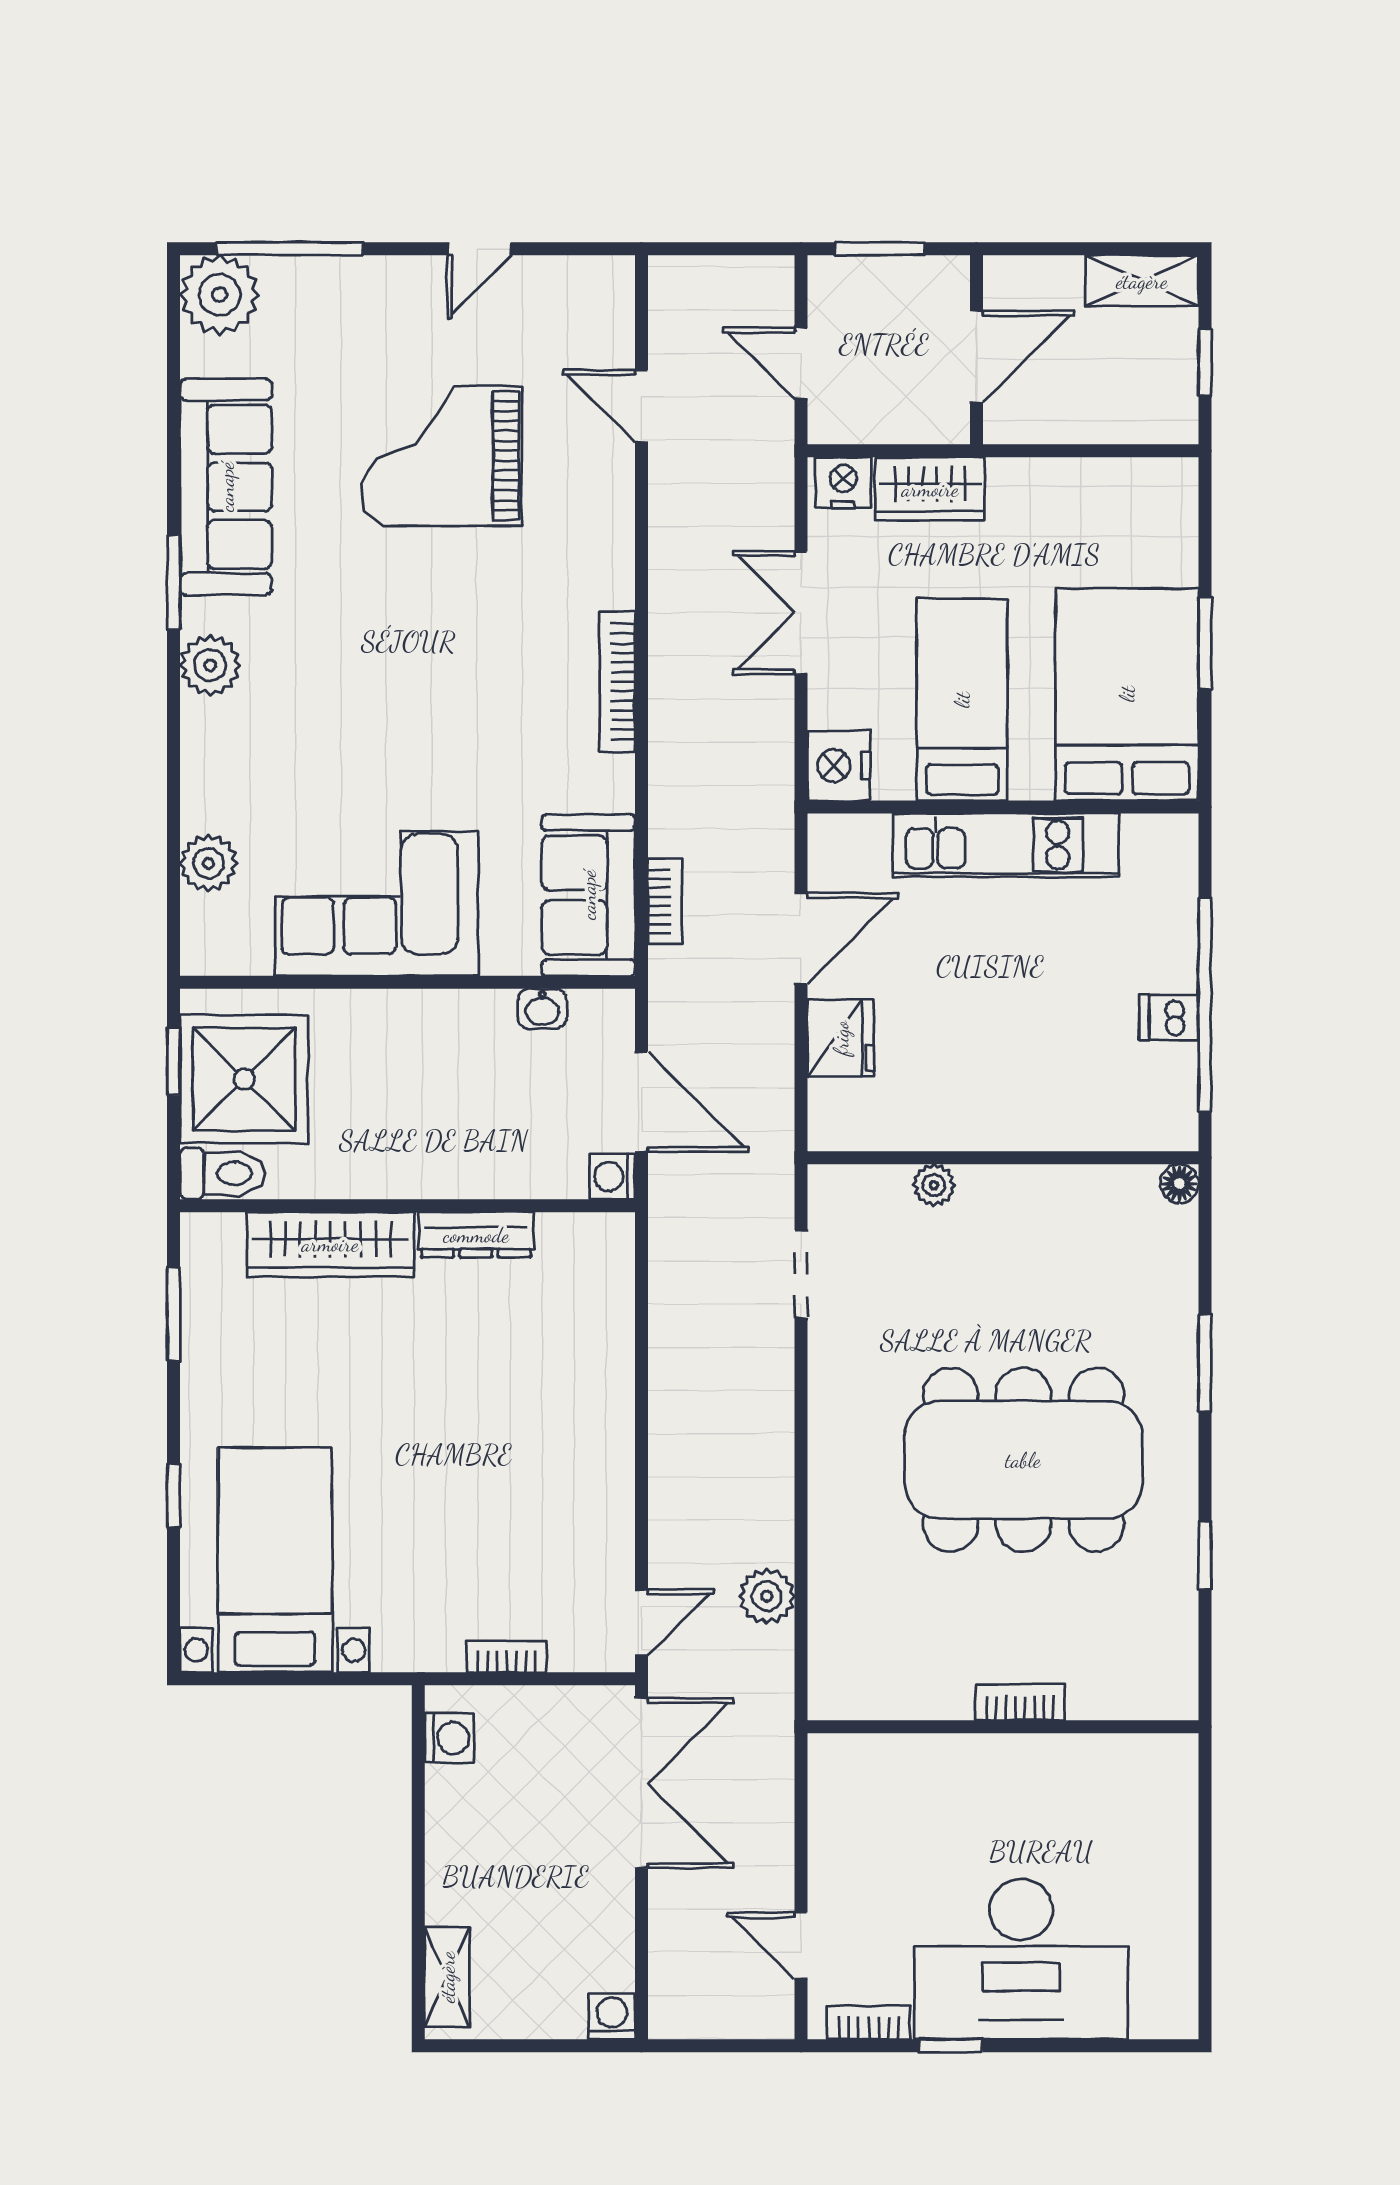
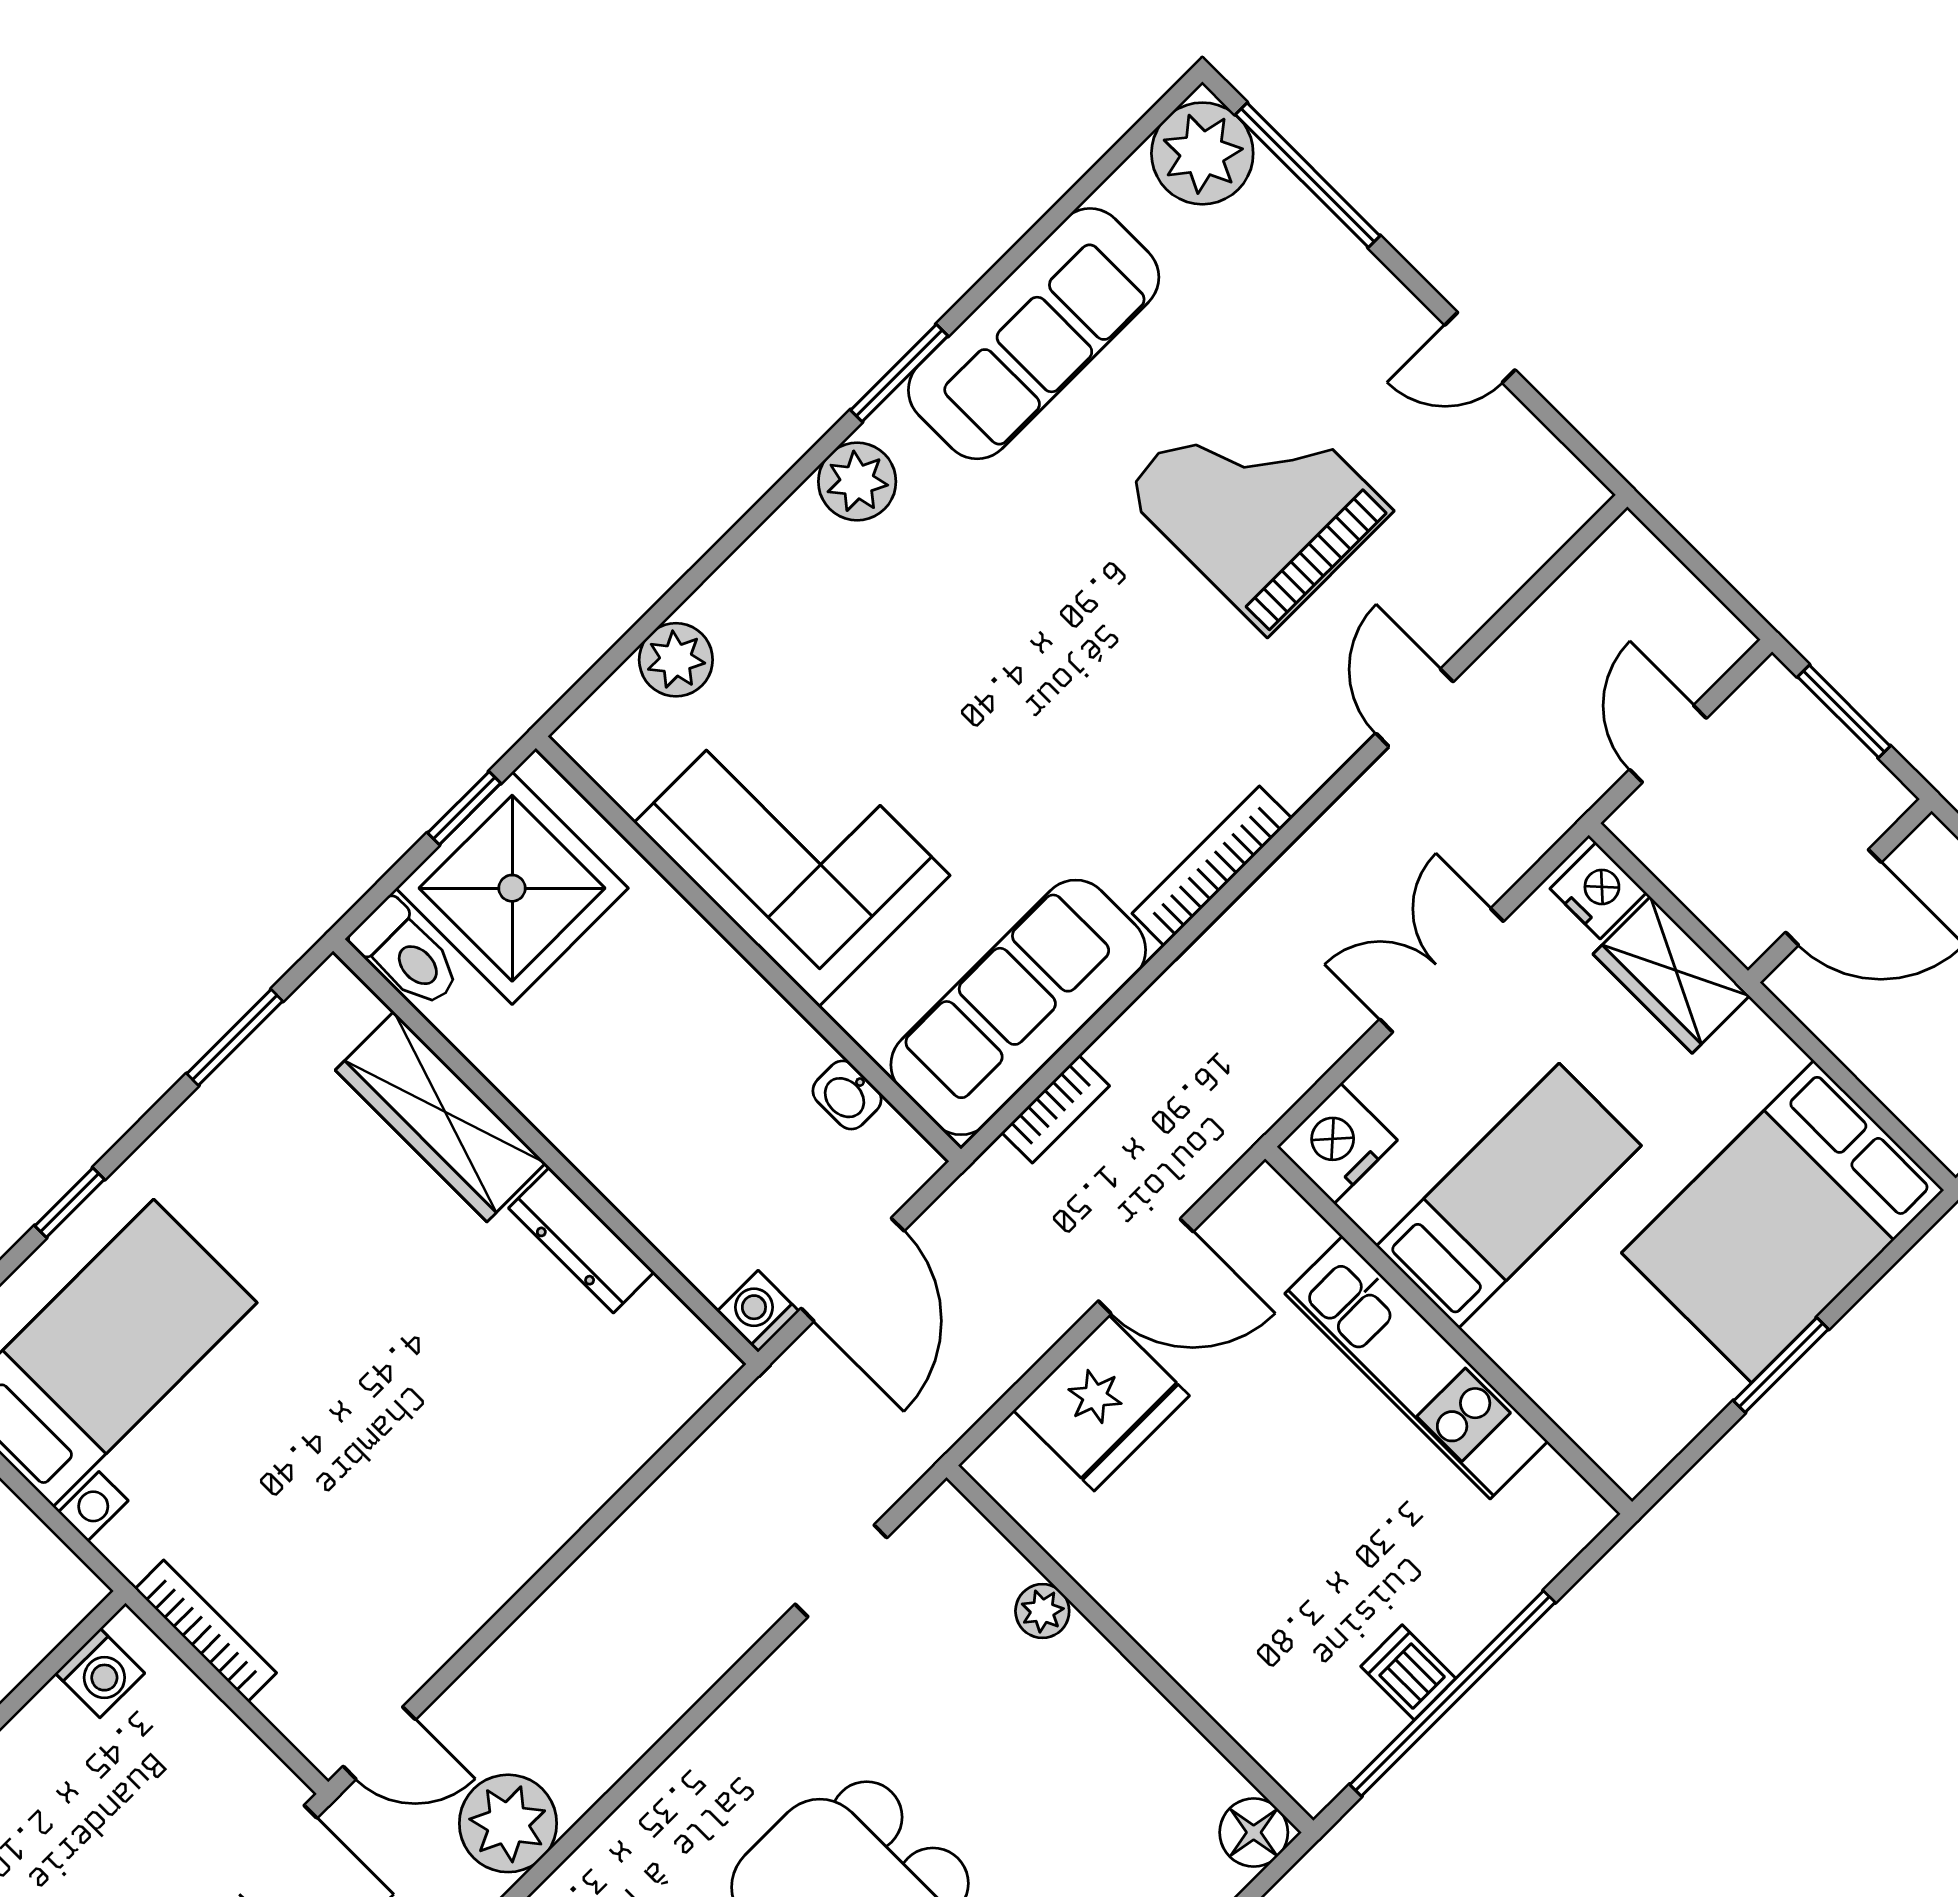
door: (641, 406) -> (1414, 708), moved
bed: (1127, 694) -> (1783, 1222), moved, turned 180
sofa: (588, 895) -> (1018, 1007), width x1.36
fridge: (841, 1038) -> (1101, 1403), width x1.36, depth x1.34
floor lamp: (1179, 1183) -> (1254, 1832), width x1.37, depth x1.37
plant: (767, 1596) -> (508, 1823), width x1.36, depth x1.36
bookcase: (507, 1657) -> (206, 1631), width x1.56

